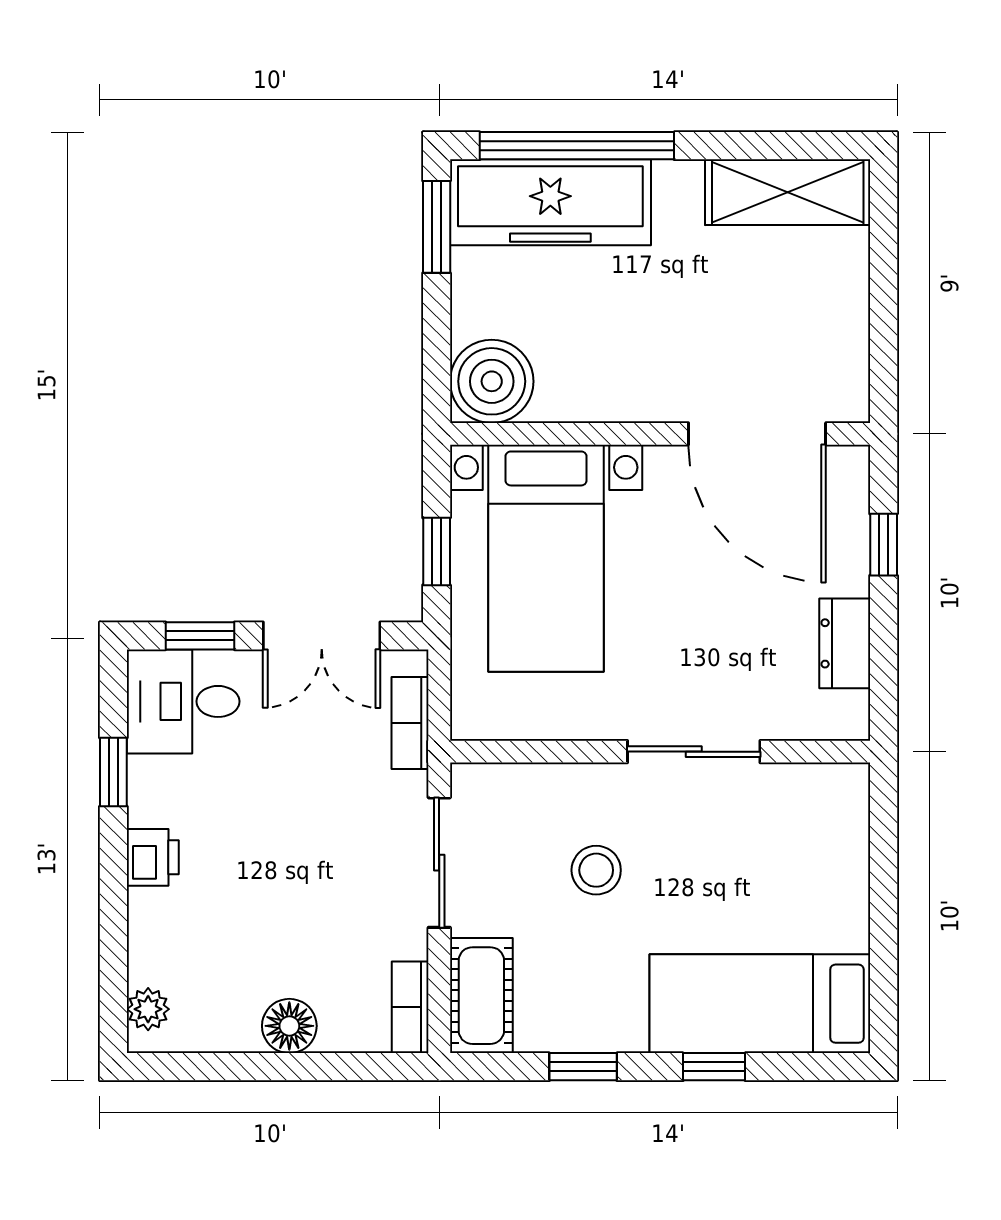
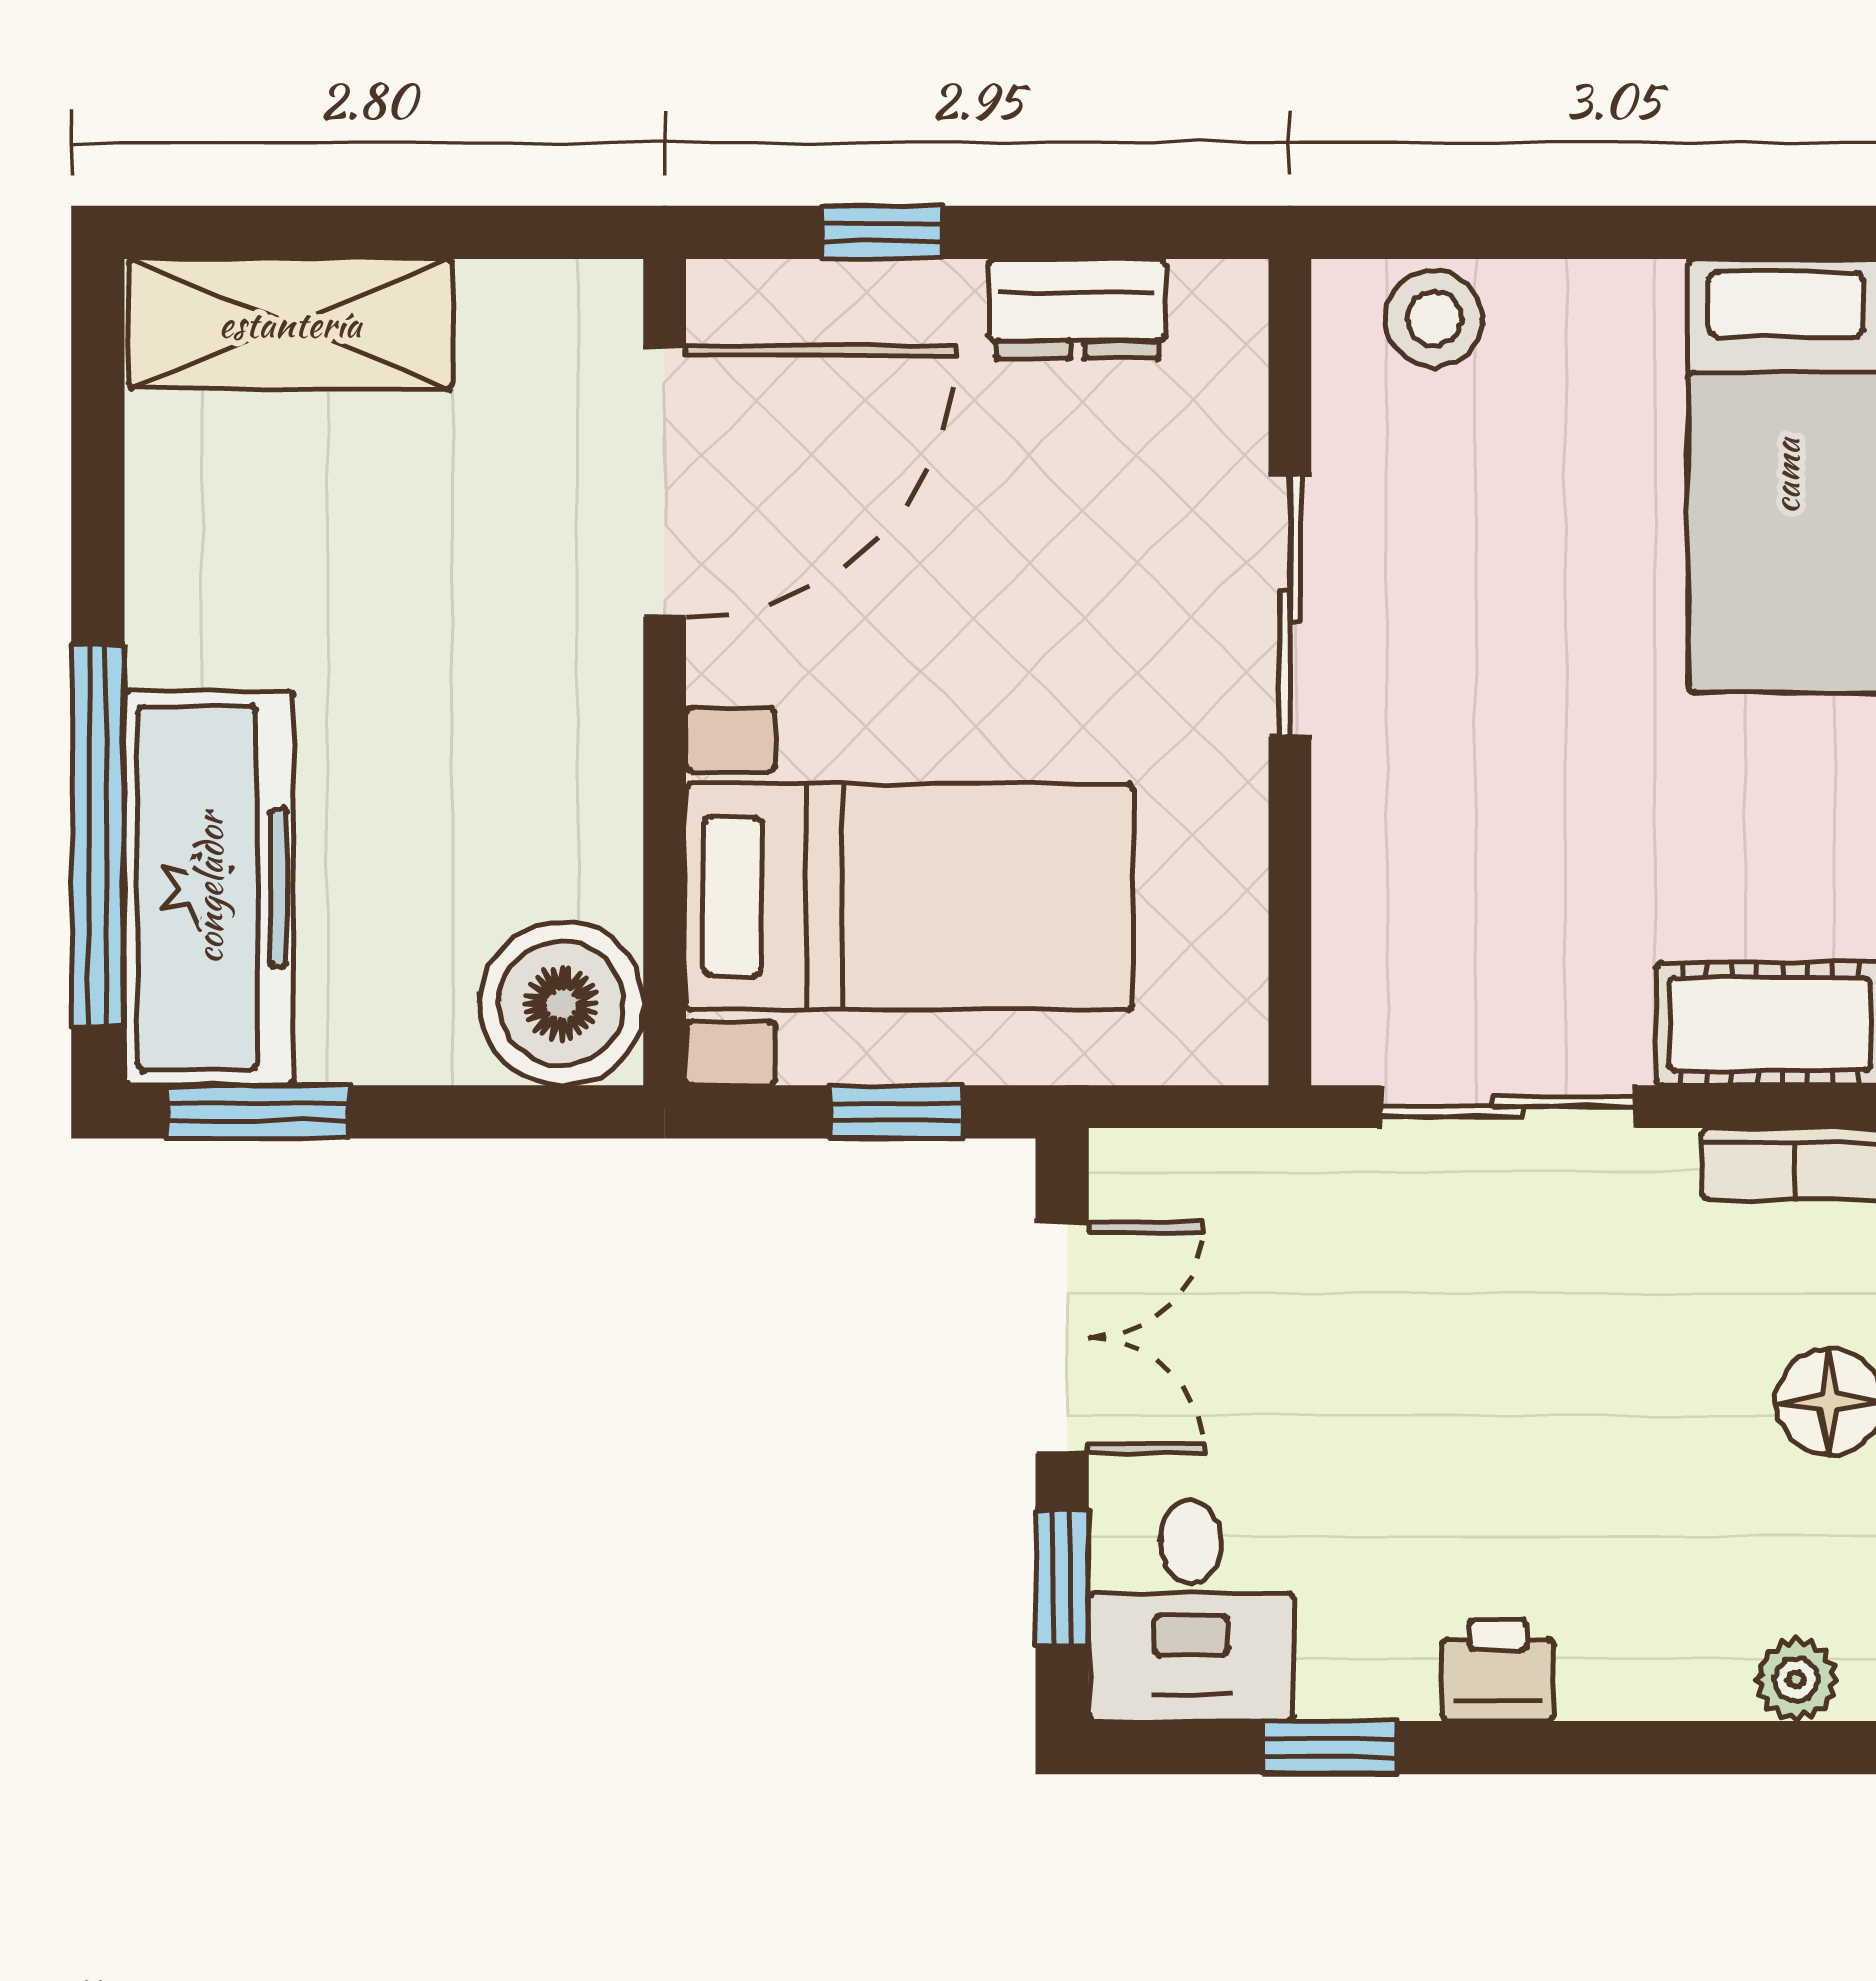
shelving: (788, 192) -> (290, 324), moved, turned 90
bookcase: (410, 723) -> (1234, 1164), removed
stool: (596, 870) -> (1434, 318), moved

